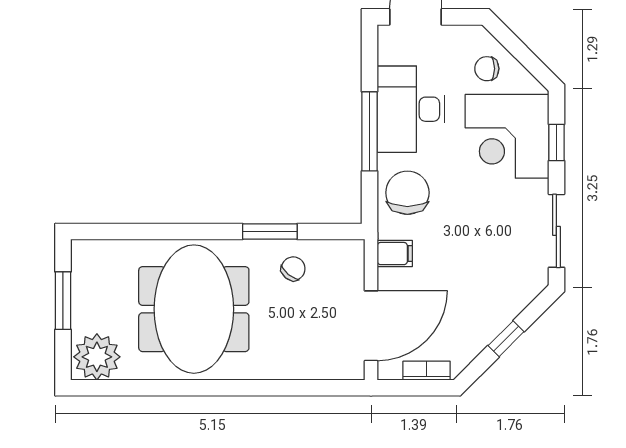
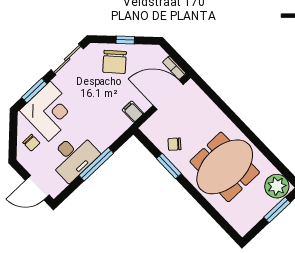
window: (556, 143) -> (34, 91), width x1.50
chair: (407, 193) -> (115, 62), moved, turned -43
window: (63, 301) -> (277, 210), moved
bookcase: (427, 371) -> (174, 68), moved

